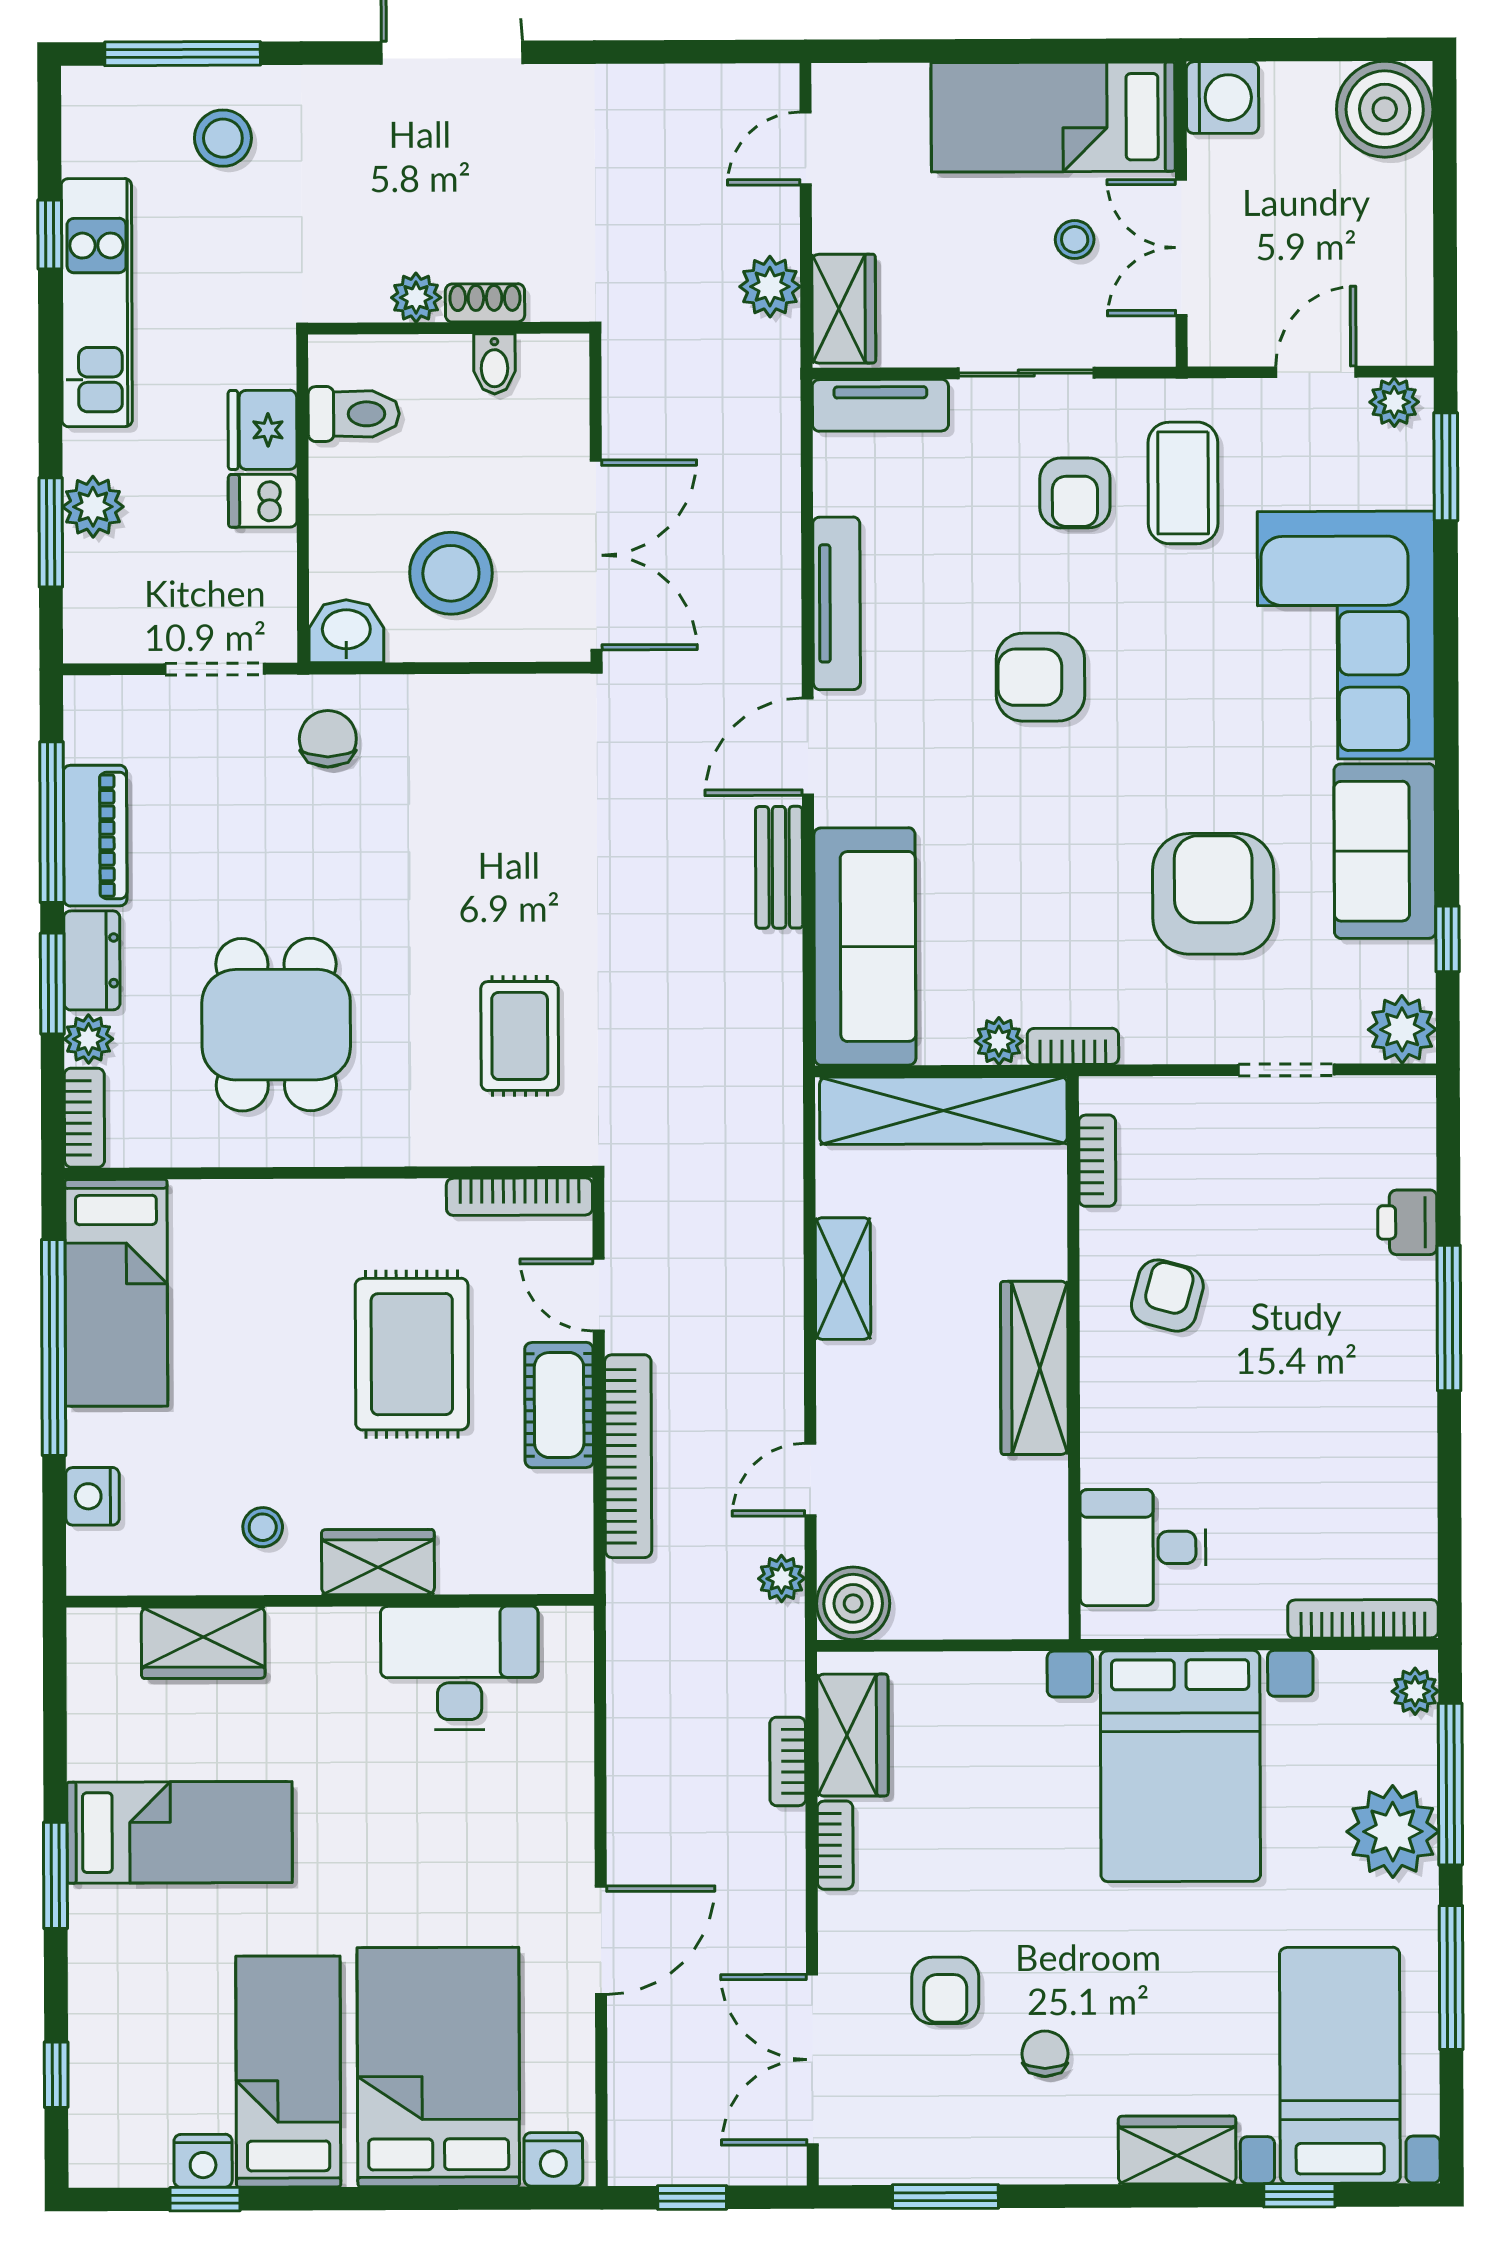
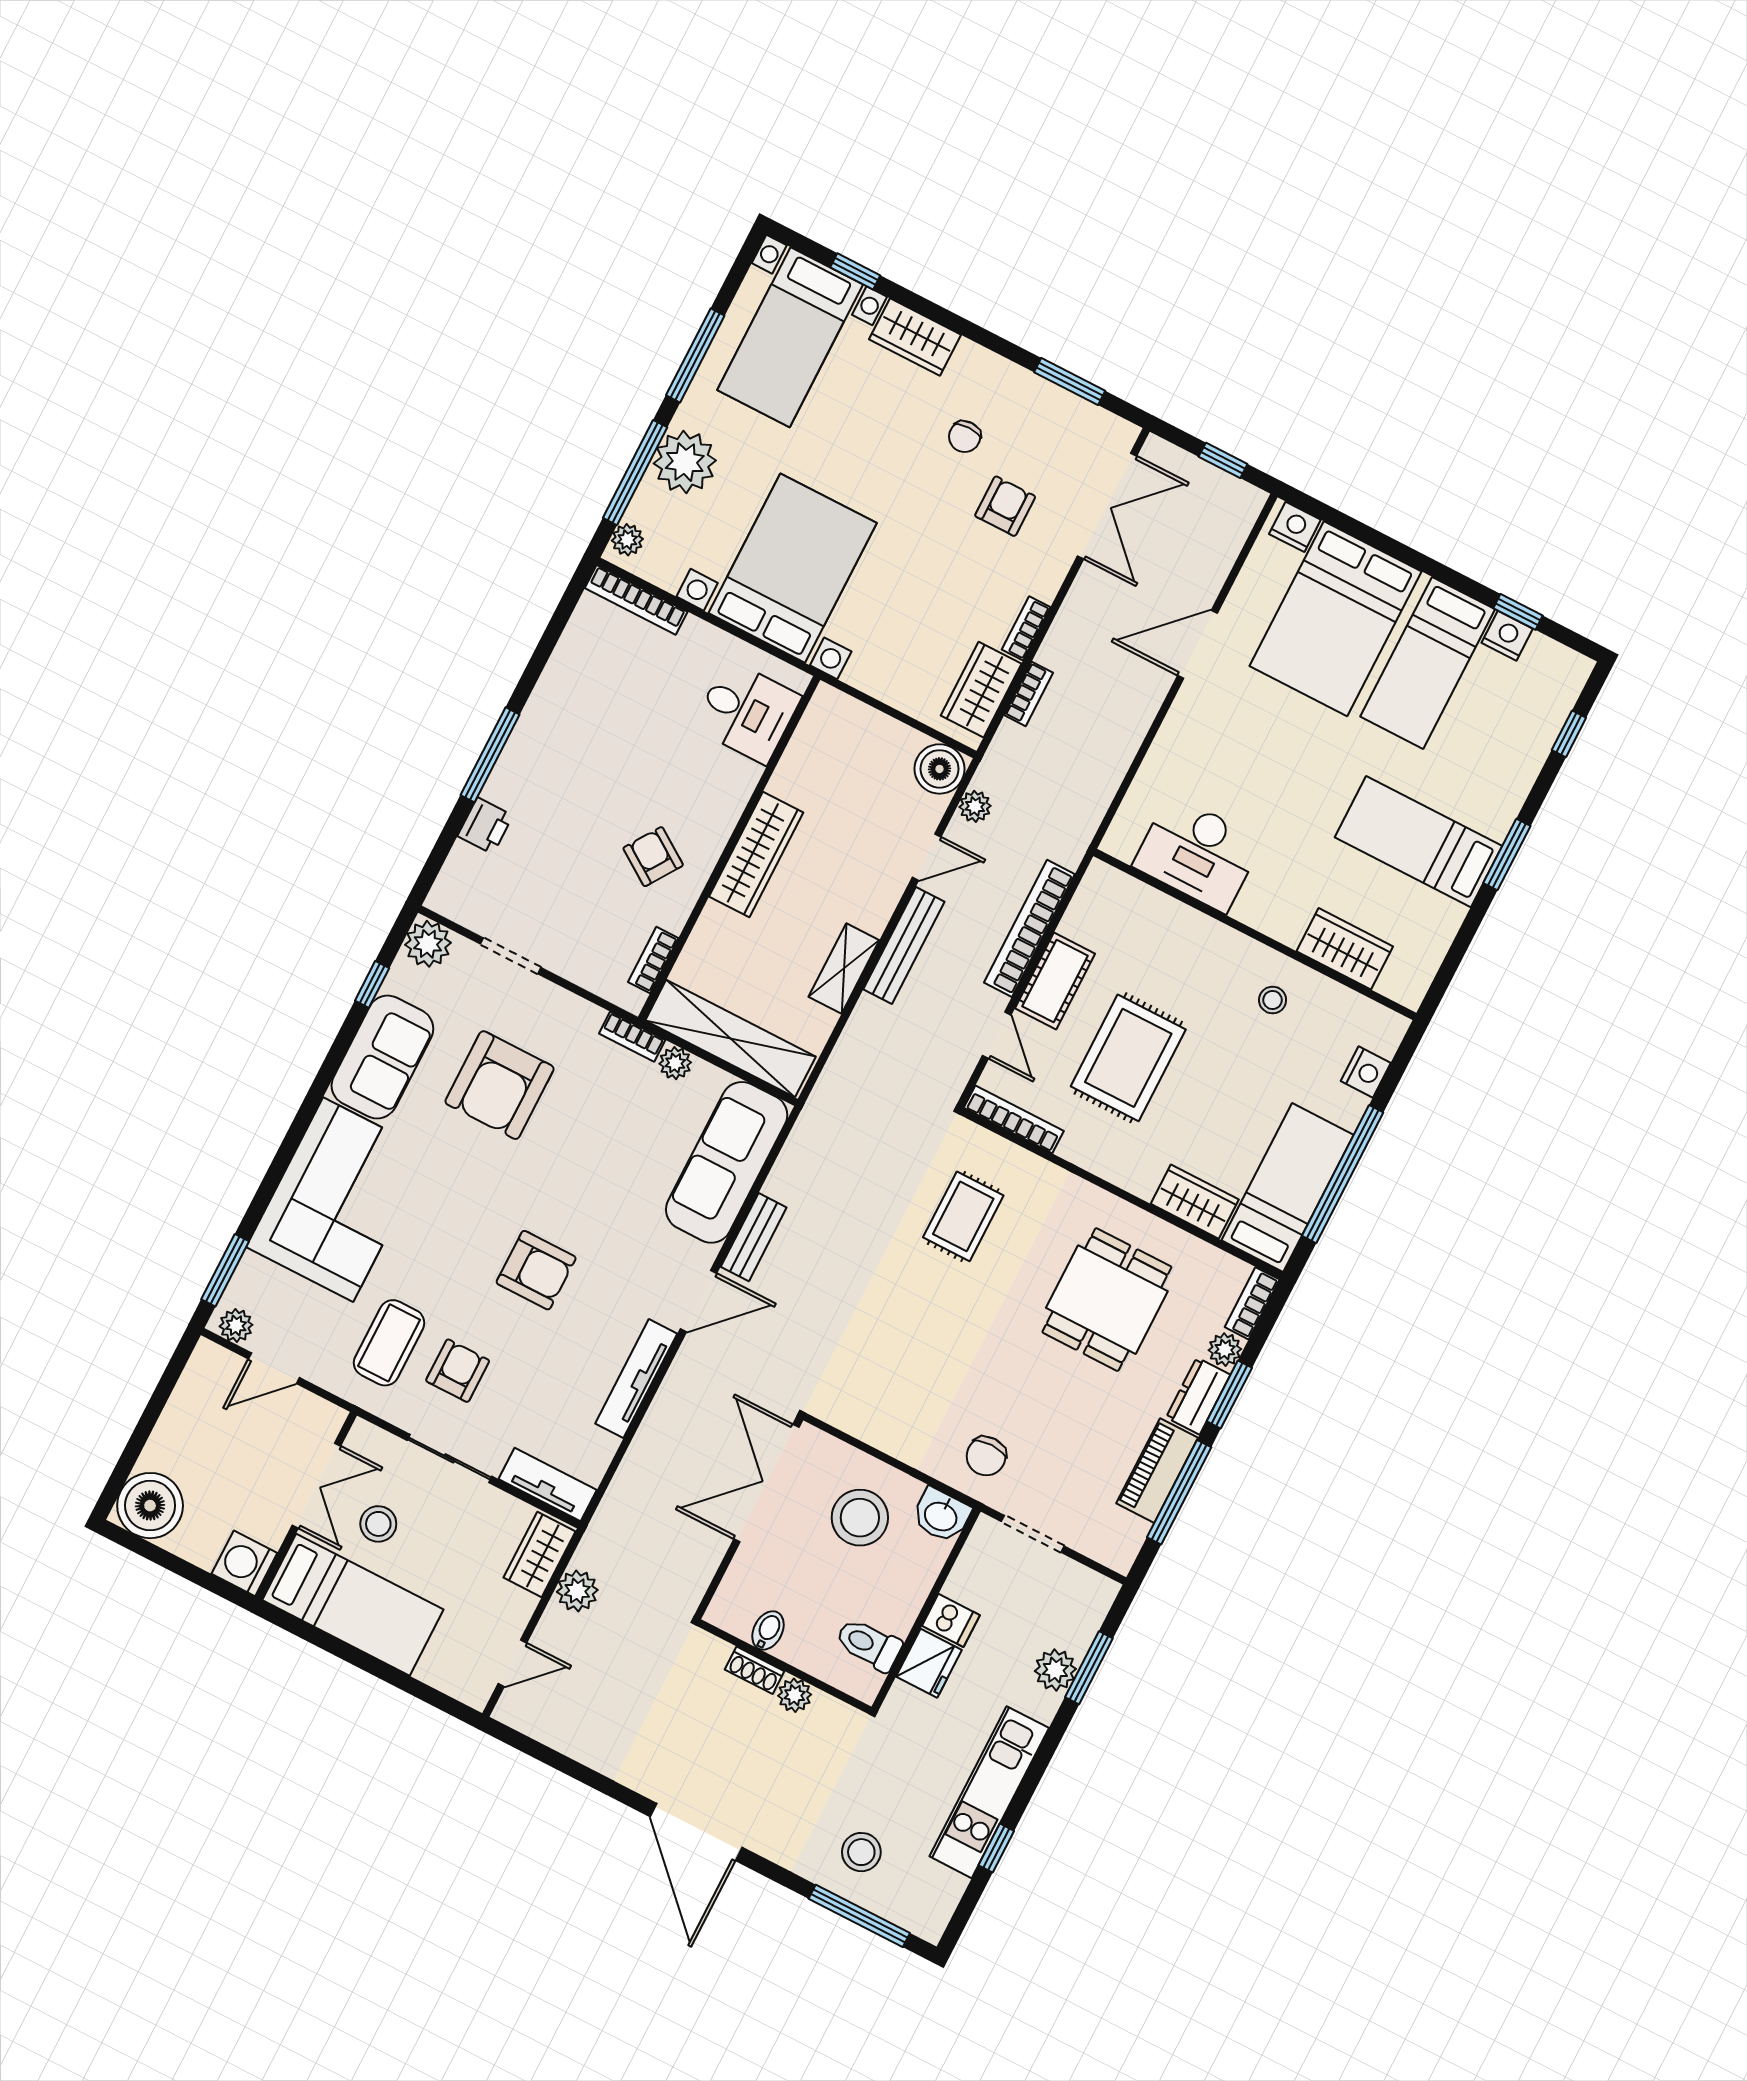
stool: (1075, 240) -> (378, 1524), width x1.37, depth x1.37
armchair: (1167, 1296) -> (653, 857), turned 109
bench: (780, 1349) -> (904, 945), added
wardrobe: (378, 1562) -> (1195, 1202), moved, turned 180

